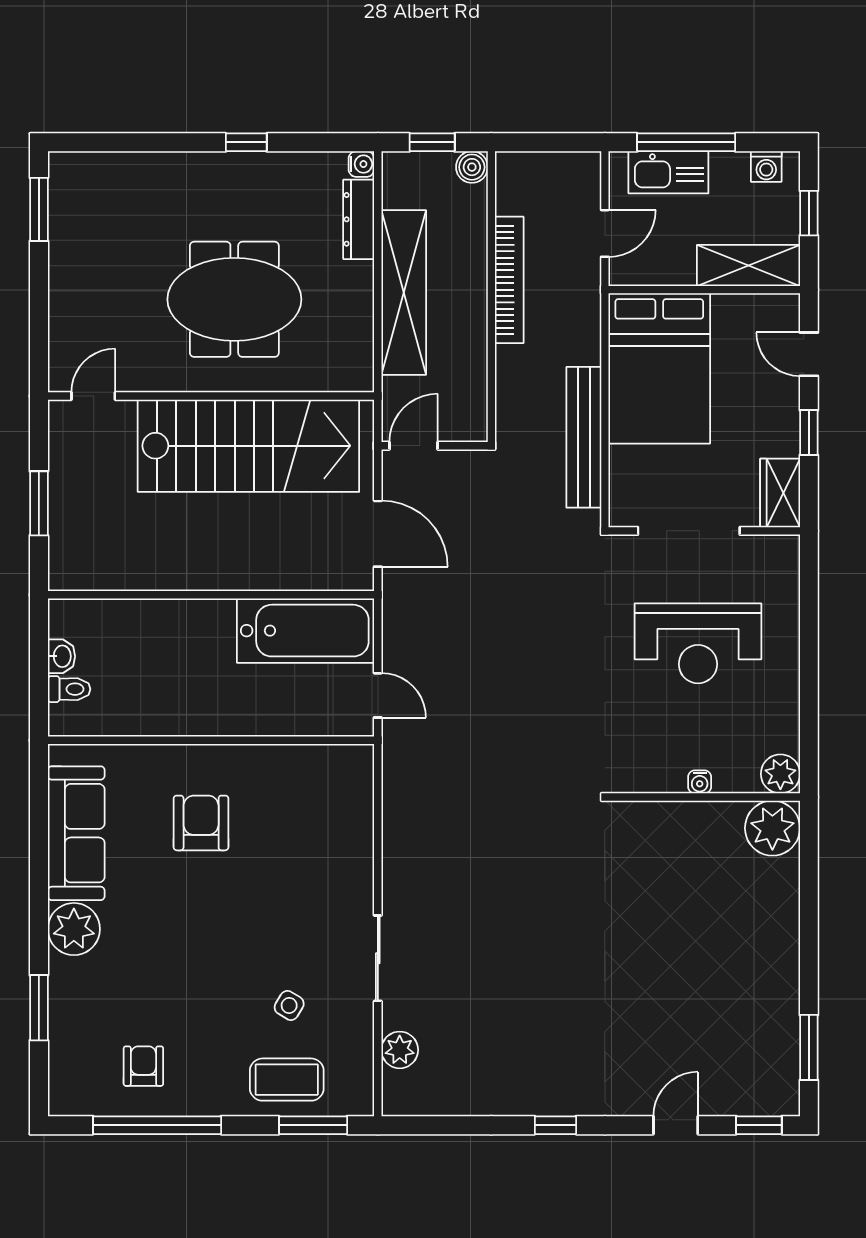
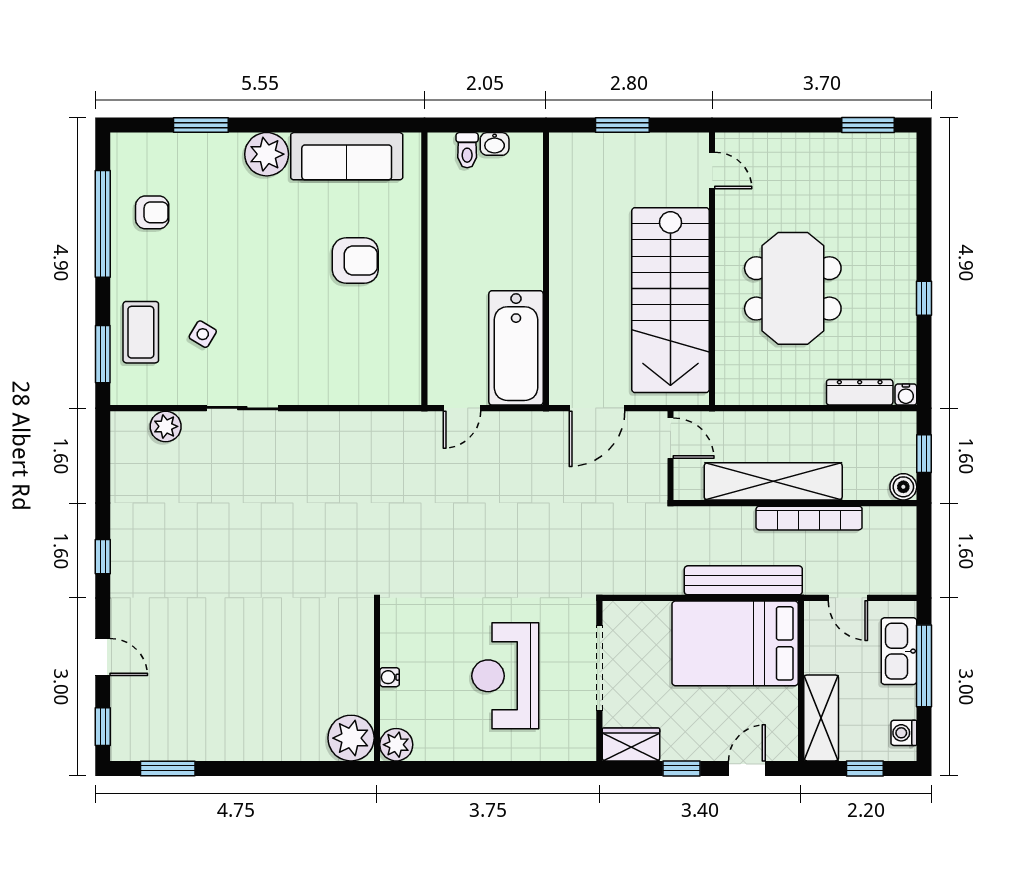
shelving: (404, 293) -> (773, 481), moved
bench: (584, 437) -> (743, 580), moved

